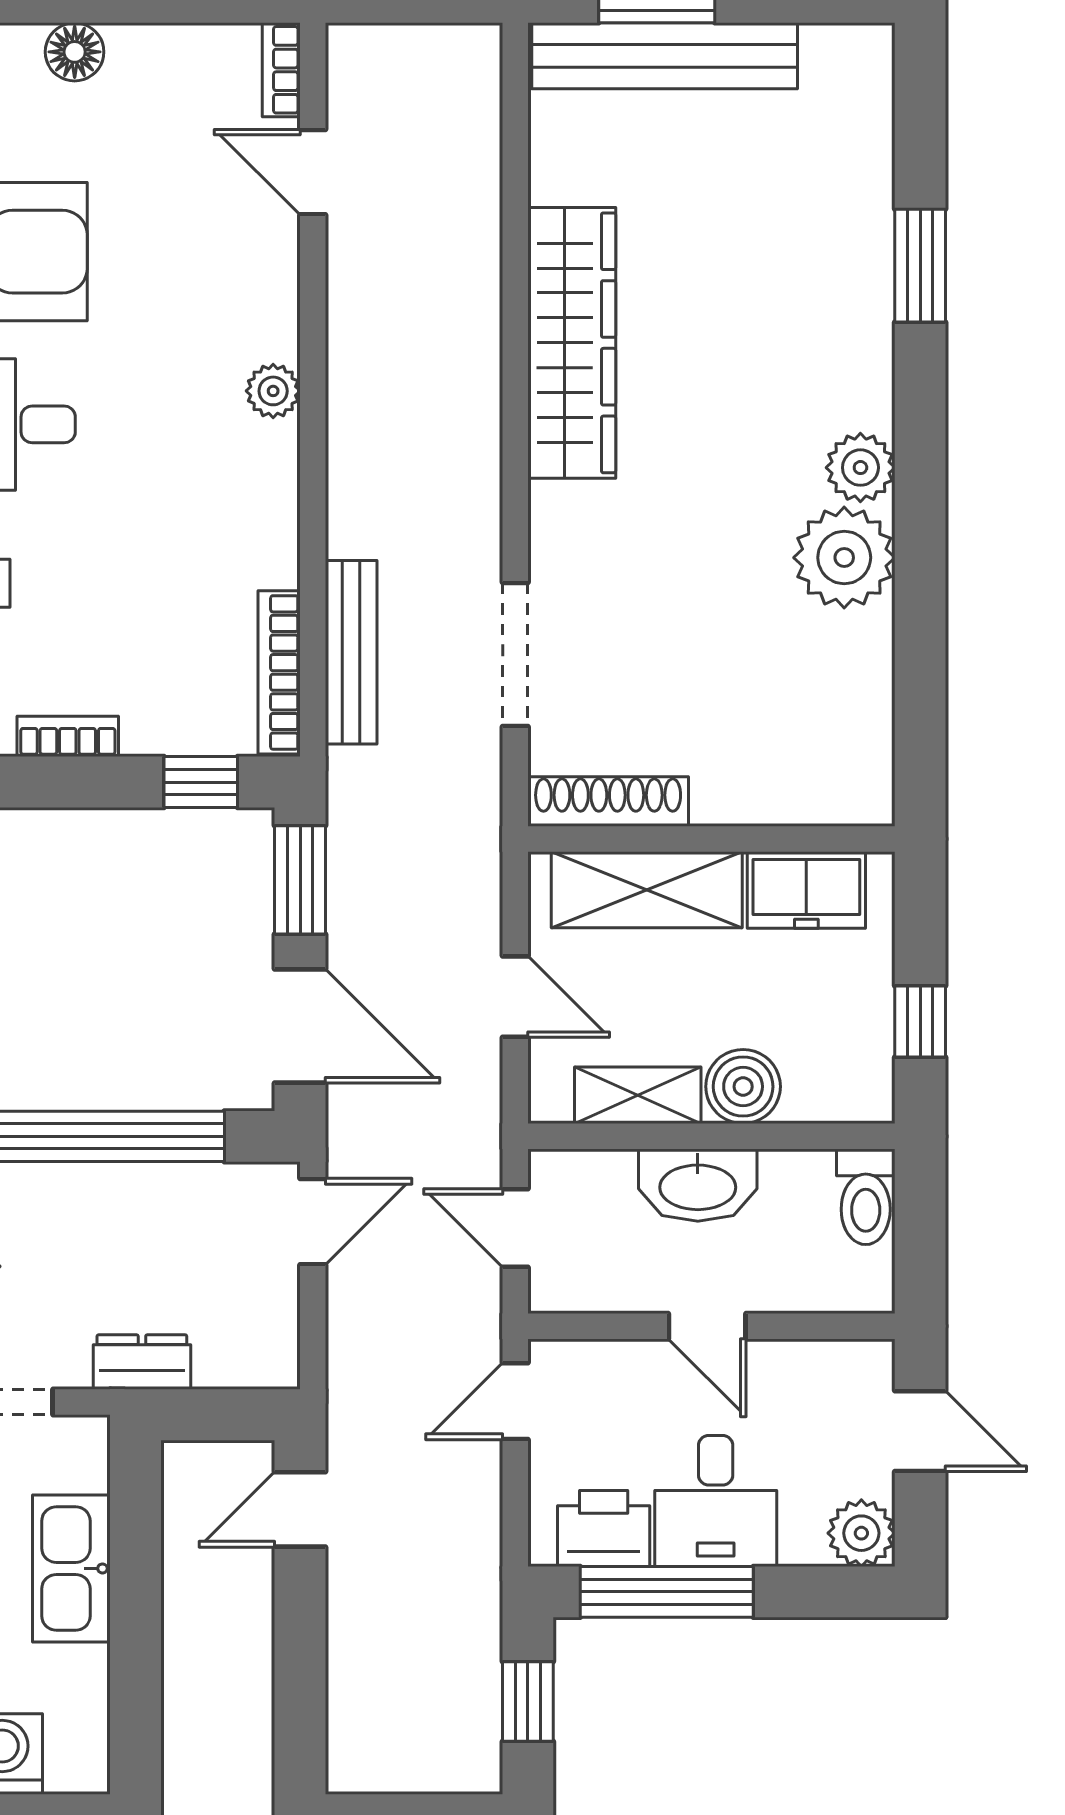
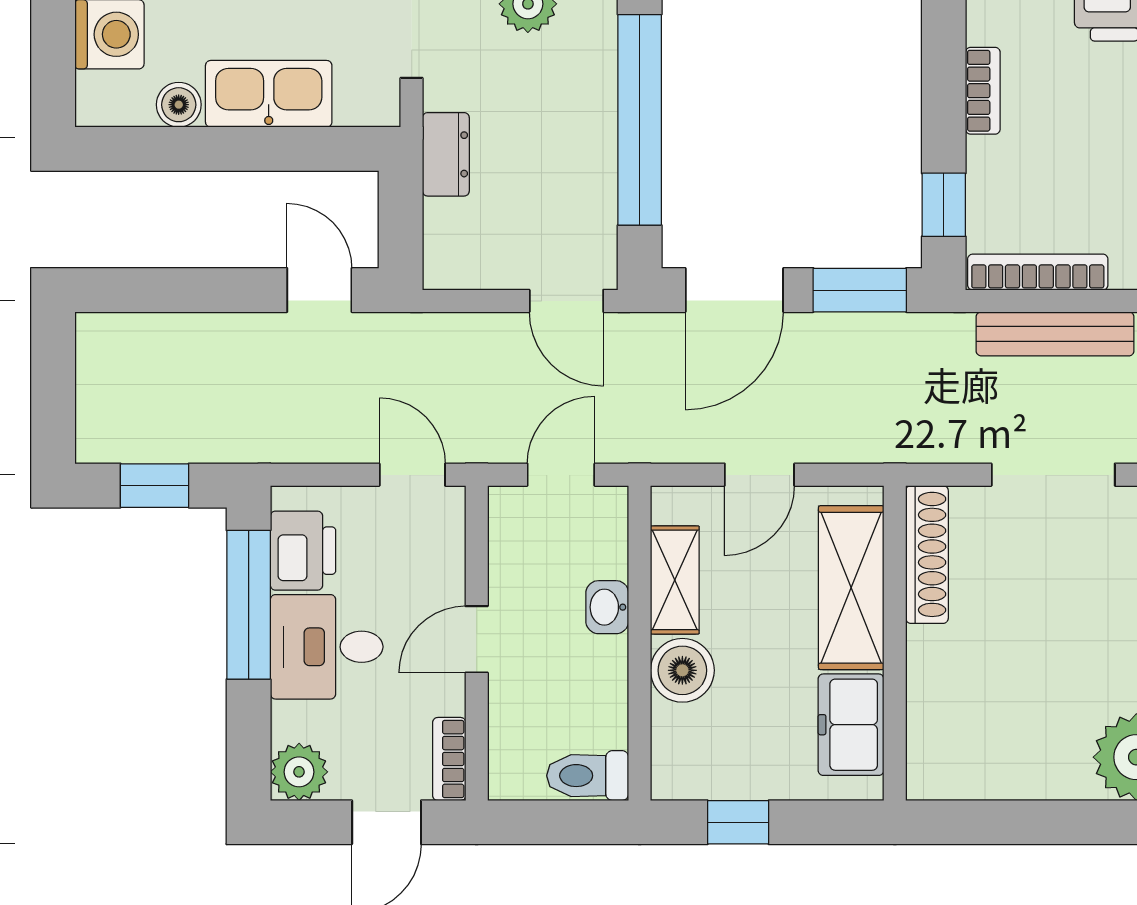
washbasin: (698, 1185) -> (607, 607), width x0.52, depth x0.69
bookcase: (846, 1358) -> (449, 759), added
boiler: (84, 1673) -> (179, 105), added

